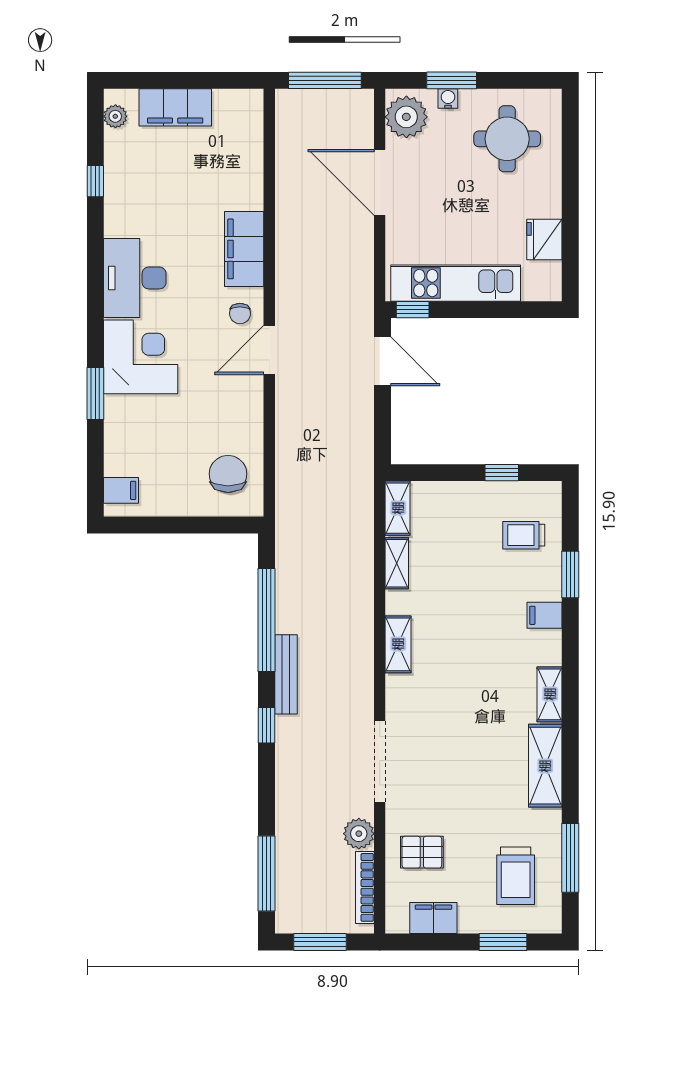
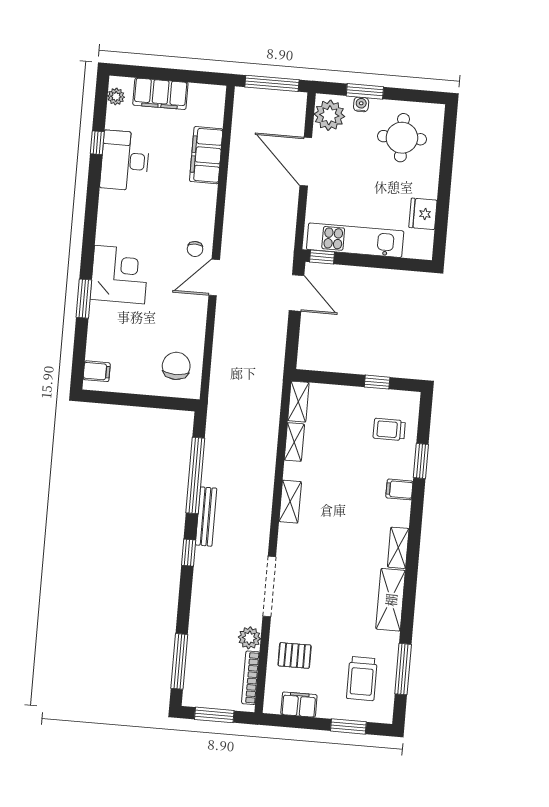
filing cabinet: (244, 249) -> (206, 155), moved
desk: (135, 278) -> (125, 161), moved

